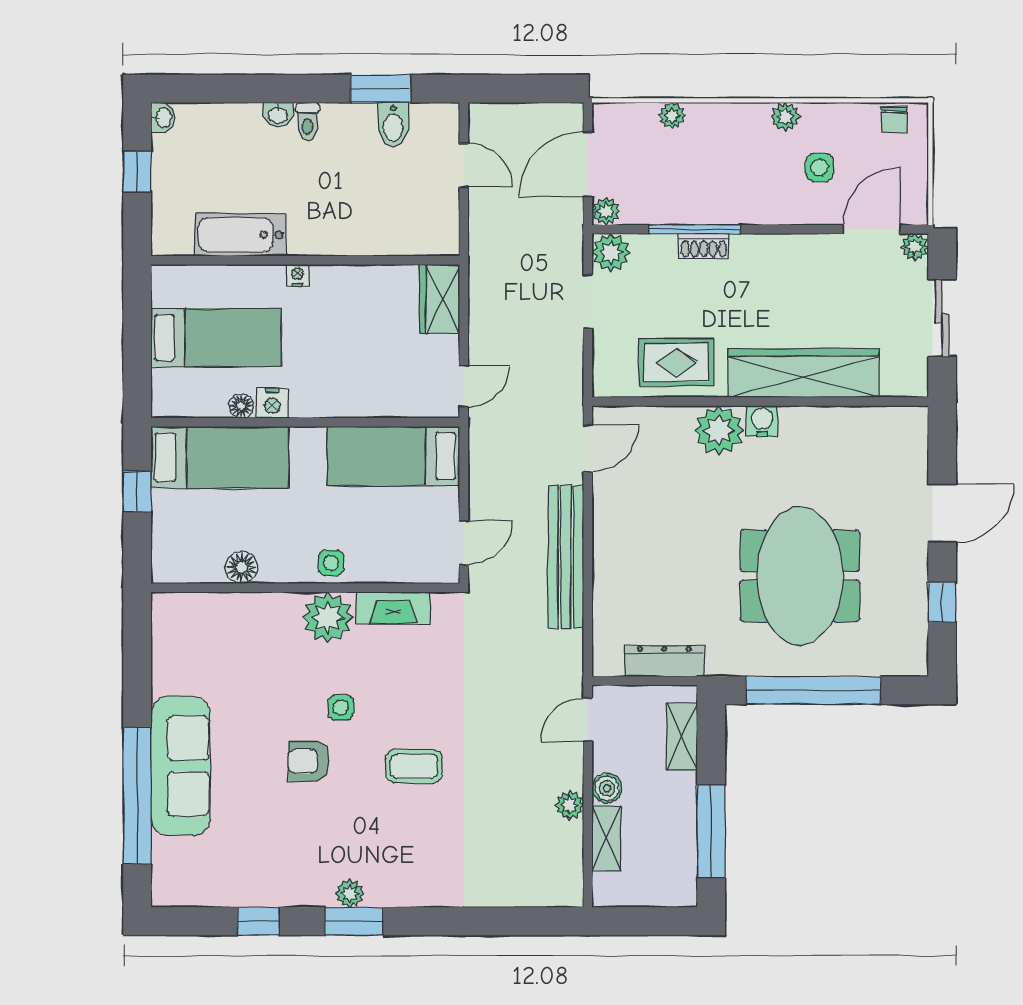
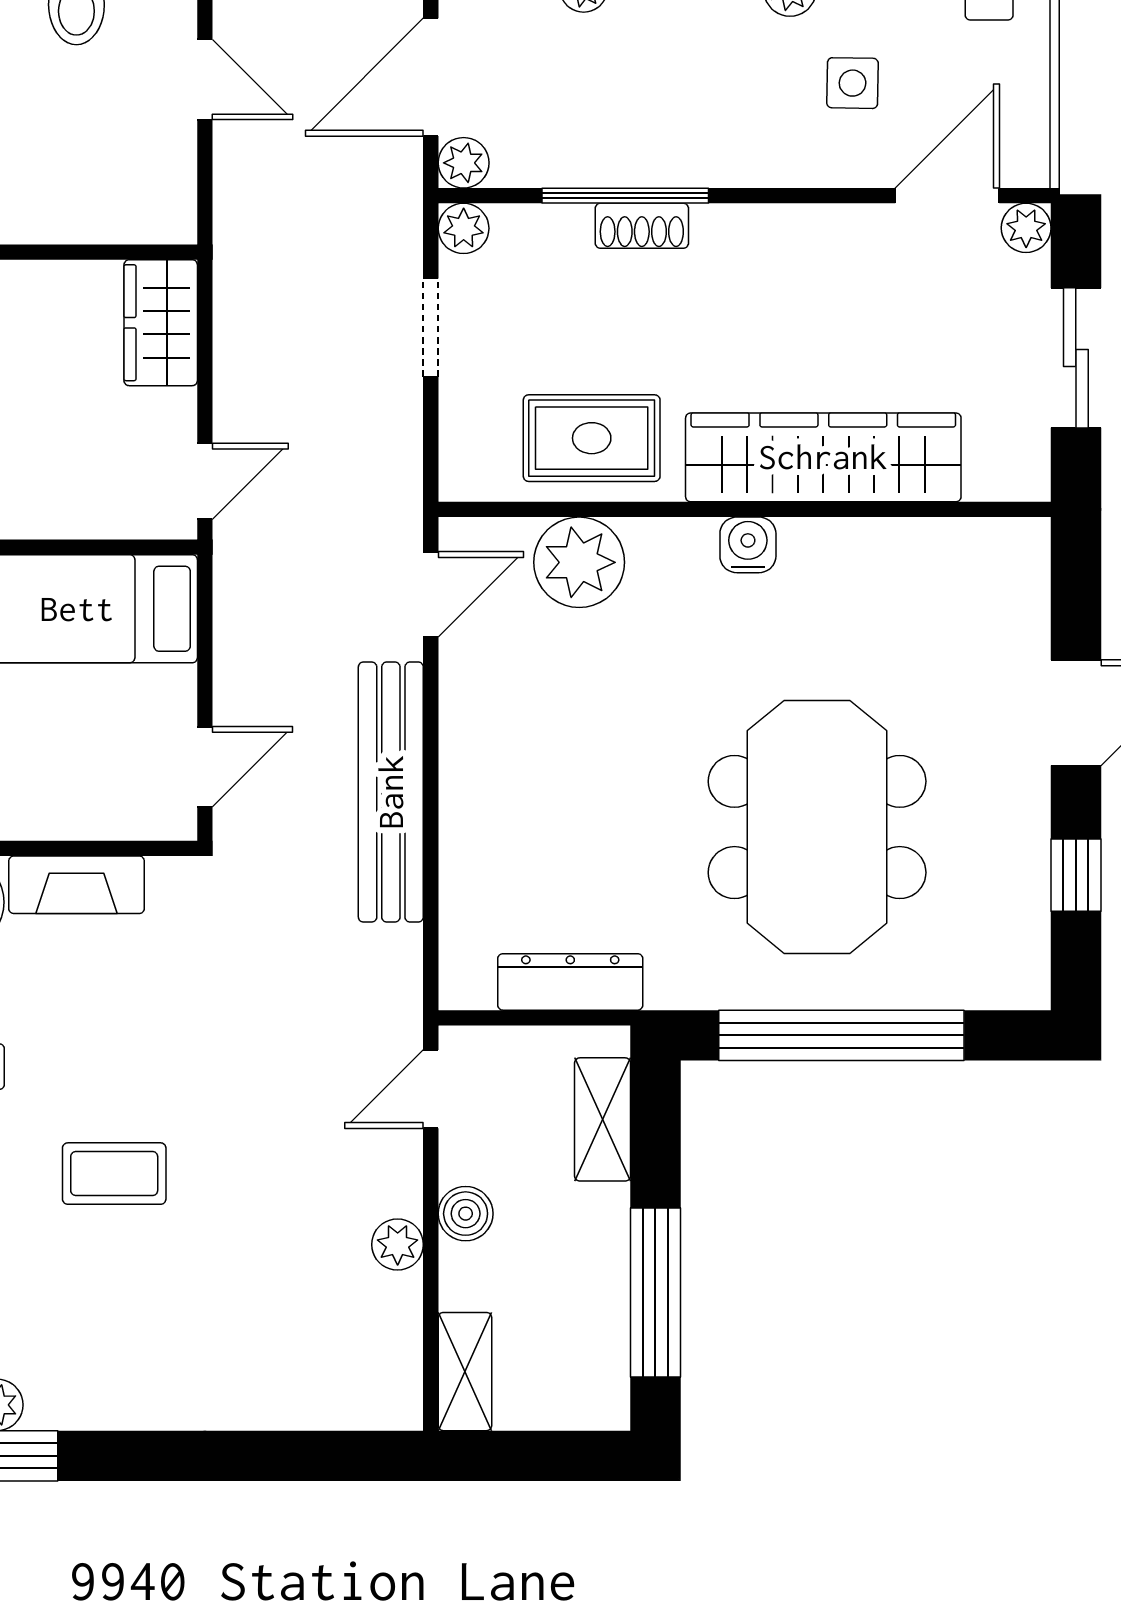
plant: (611, 252) -> (464, 228), width x0.73, depth x0.73
plant: (719, 431) -> (579, 562), moved
shelving: (607, 838) -> (465, 1372), moved

